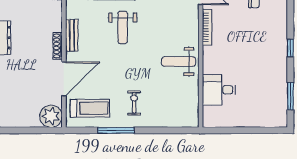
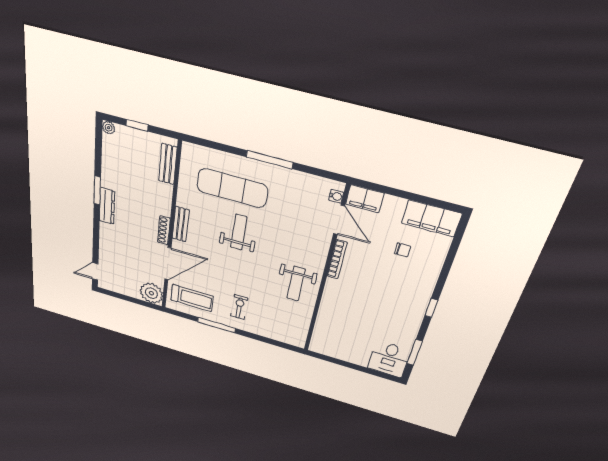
weight bench: (123, 27) -> (239, 232), turned 180
weight bench: (179, 62) -> (296, 284), turned -90
desk: (219, 90) -> (389, 359), moved, turned -90

